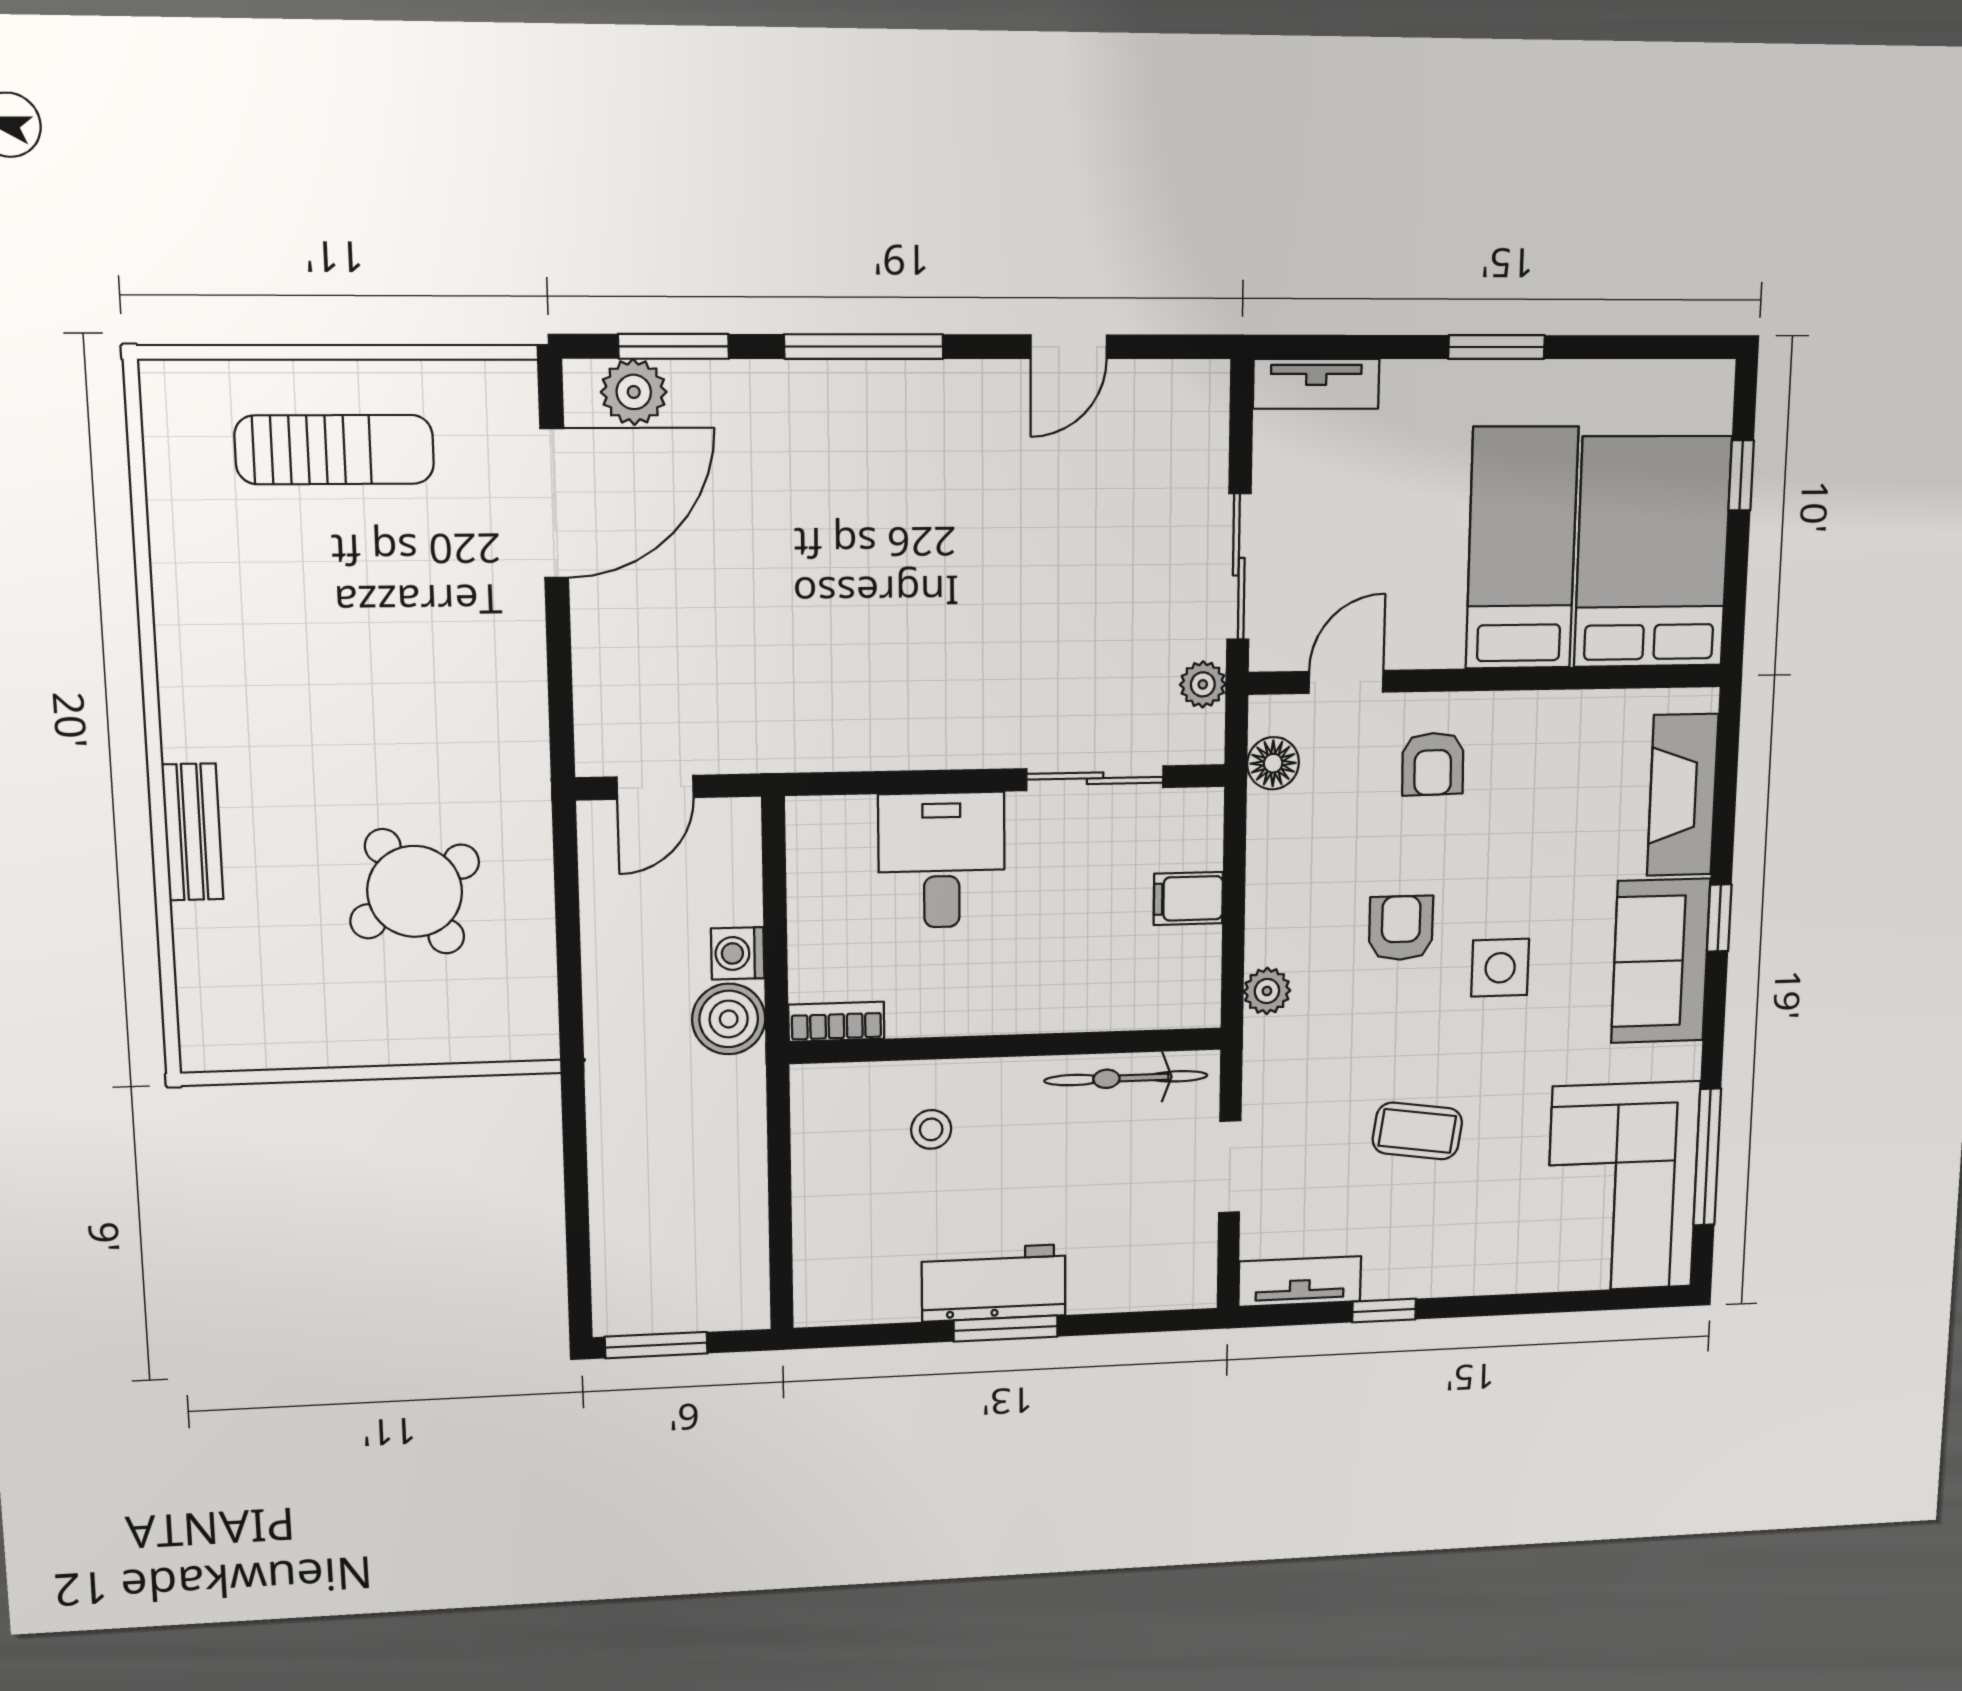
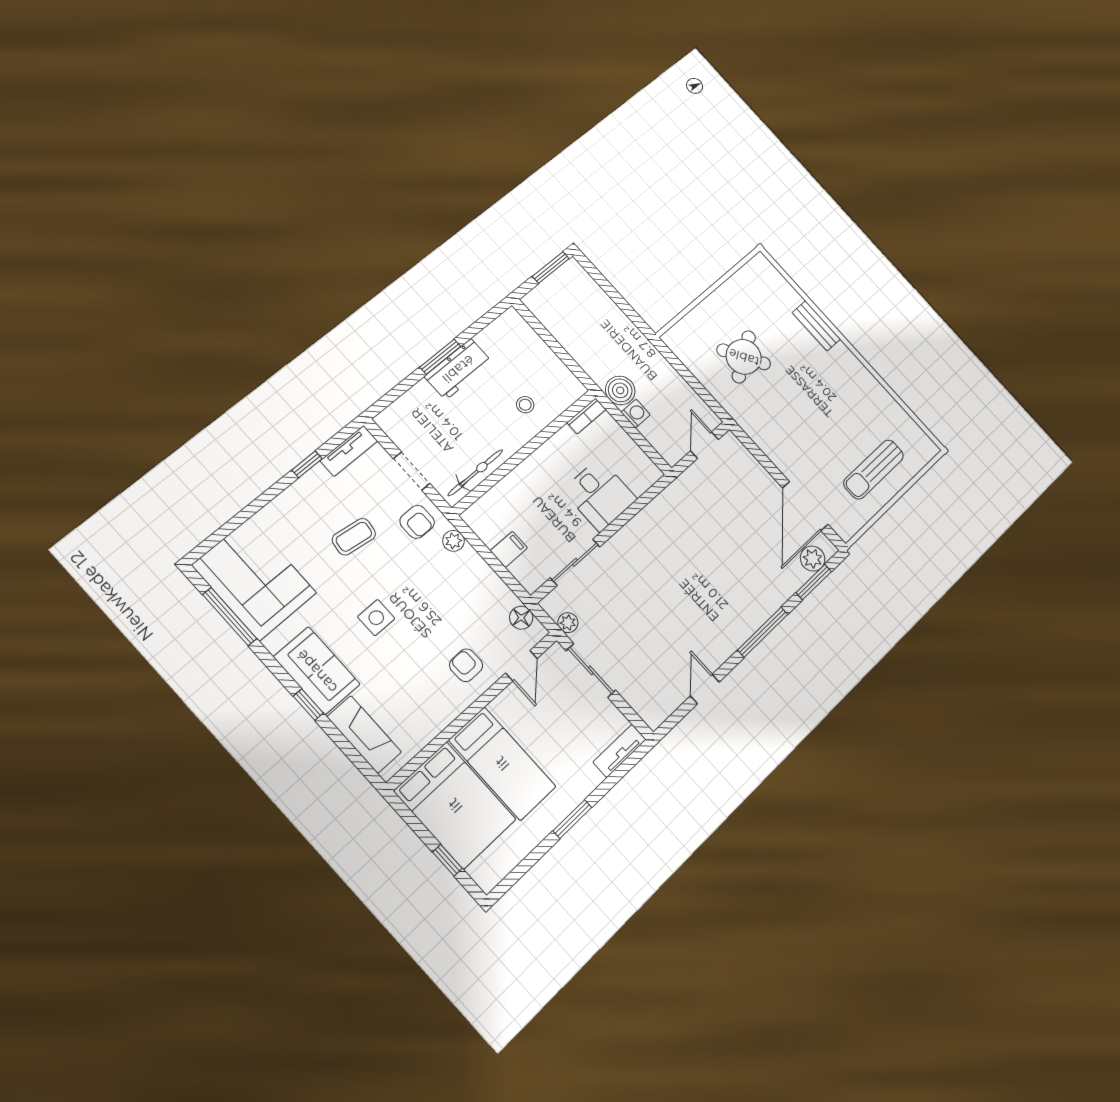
armchair: (1401, 928) -> (417, 522), moved

